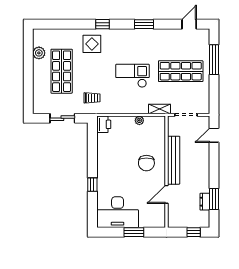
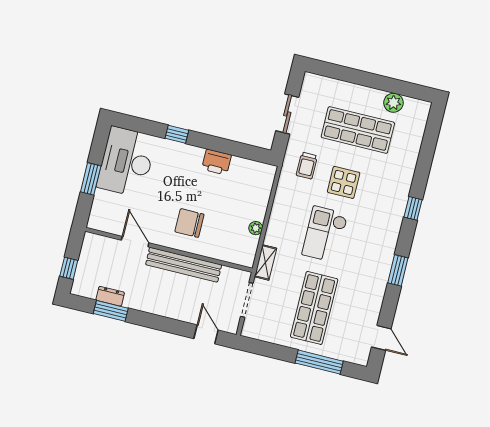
display table: (92, 44) -> (344, 182), moved
checkout: (132, 76) -> (325, 234), turned 180
printer: (104, 124) -> (217, 162), moved

